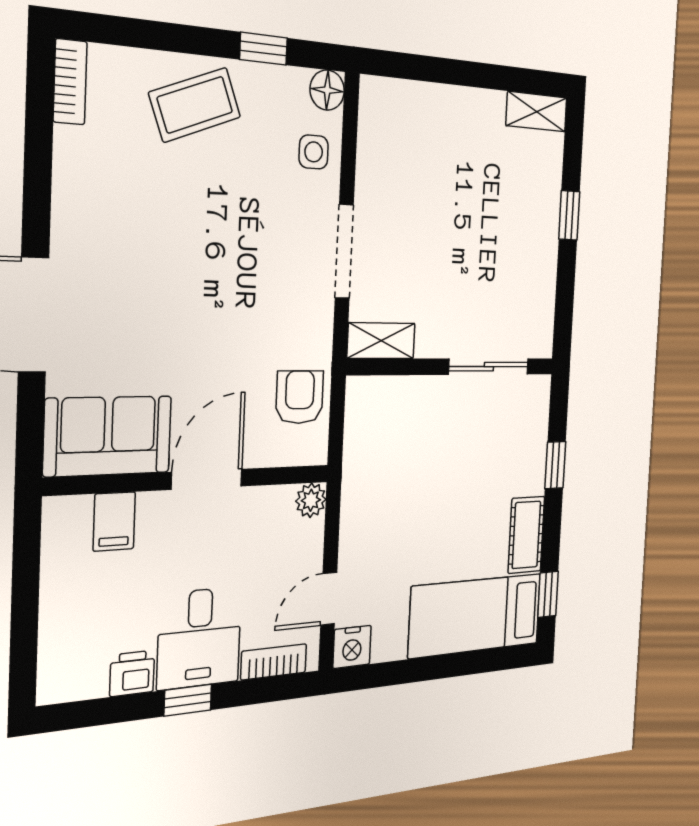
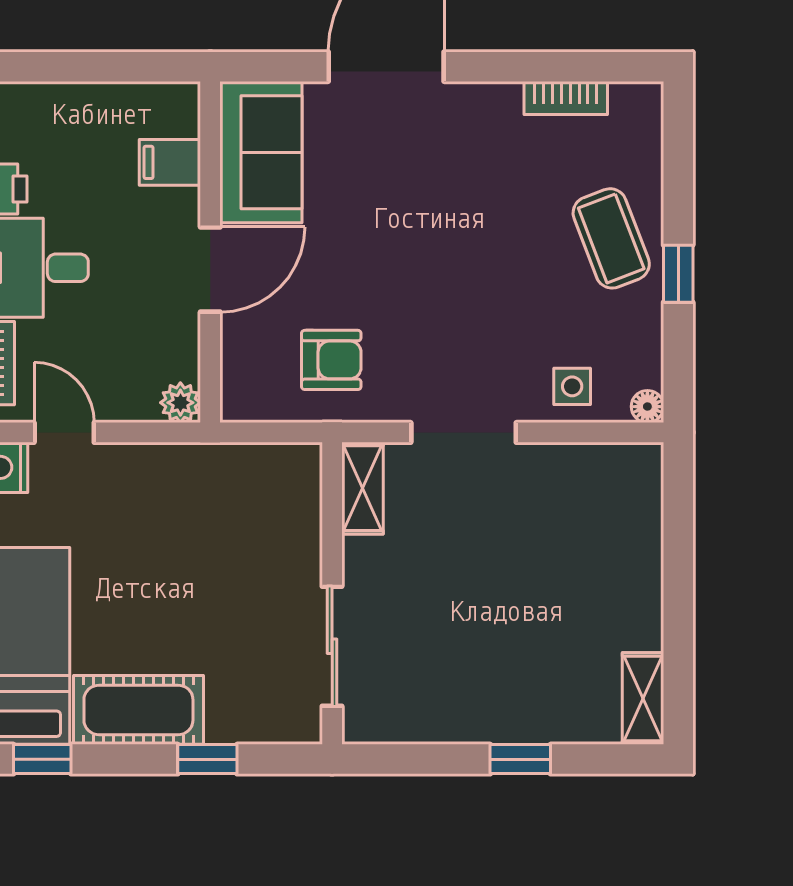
window: (263, 49) -> (678, 274), moved
bookcase: (70, 82) -> (566, 98), moved
floor lamp: (327, 90) -> (647, 407), width x0.73, depth x0.73
armchair: (300, 397) -> (331, 360), moved
door: (207, 479) -> (210, 270), hinge flipped
cot: (526, 535) -> (138, 710), width x1.37, depth x1.34

